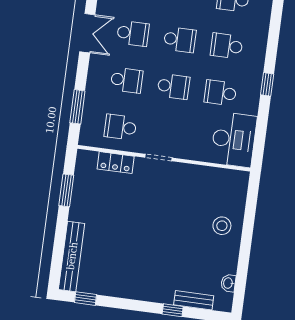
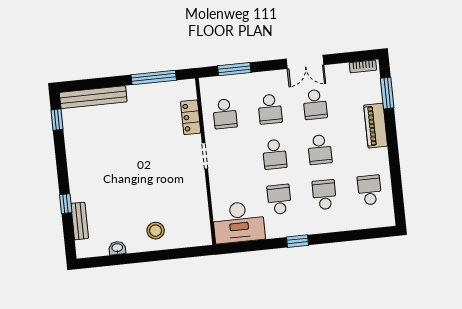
school desk: (120, 127) -> (225, 114), turned 180
window: (66, 190) -> (154, 77), width x1.44
washbasin: (228, 283) -> (117, 248), moved

